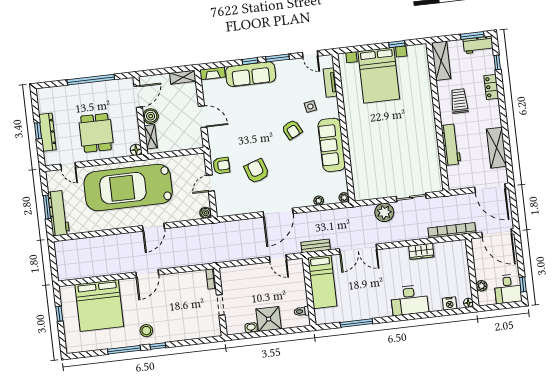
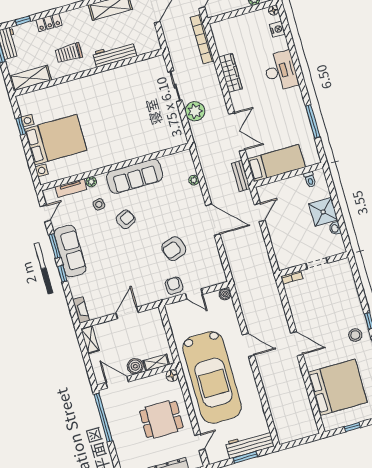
sofa: (251, 74) -> (70, 251), moved
window: (91, 80) -> (103, 418), moved
plant: (344, 198) -> (91, 182), moved
wardrobe: (421, 251) -> (230, 73), width x1.50

